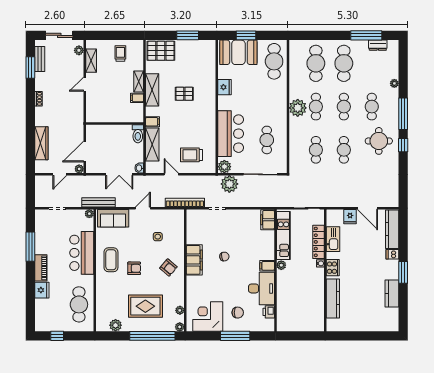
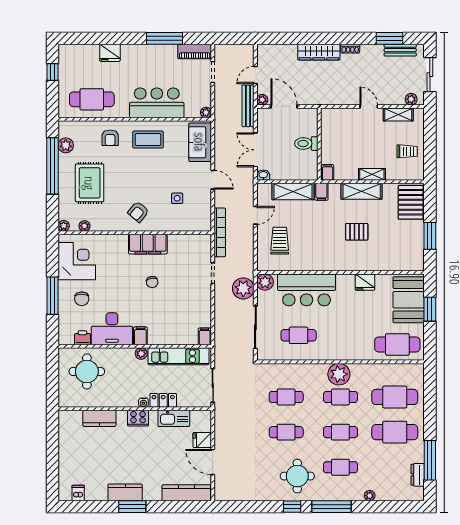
pallet: (184, 94) -> (357, 232), turned 90
filing cabinet: (137, 98) -> (328, 172), moved
toilet: (138, 134) -> (306, 144), moved
wardrobe: (41, 143) -> (319, 52), moved
door: (60, 174) -> (255, 75), hinge flipped
bench: (99, 202) -> (248, 106), moved
door: (368, 208) -> (213, 462), hinge flipped
filing cabinet: (268, 220) -> (205, 336), width x0.50
locker: (319, 242) -> (163, 400), width x0.66
dishwasher: (392, 254) -> (78, 493), moved
piano: (41, 268) -> (195, 52), moved
armchair: (134, 268) -> (110, 138), moved
kitchen counter: (392, 293) -> (125, 492), moved
kitchen counter: (333, 298) -> (99, 418), width x0.67
round table: (296, 308) -> (87, 371), added
window: (152, 336) -> (52, 166), moved

